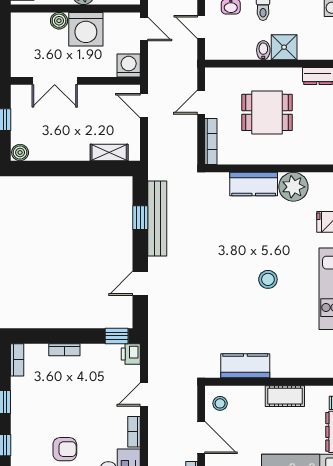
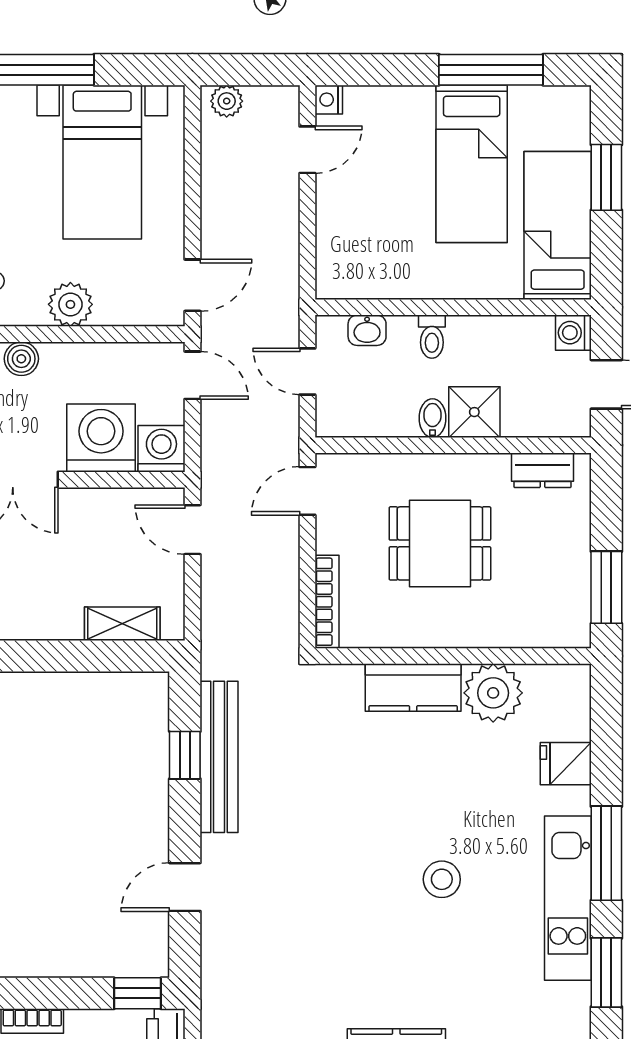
washing machine: (86, 29) -> (101, 438), moved, turned 180
door: (201, 102) -> (307, 491), moved

